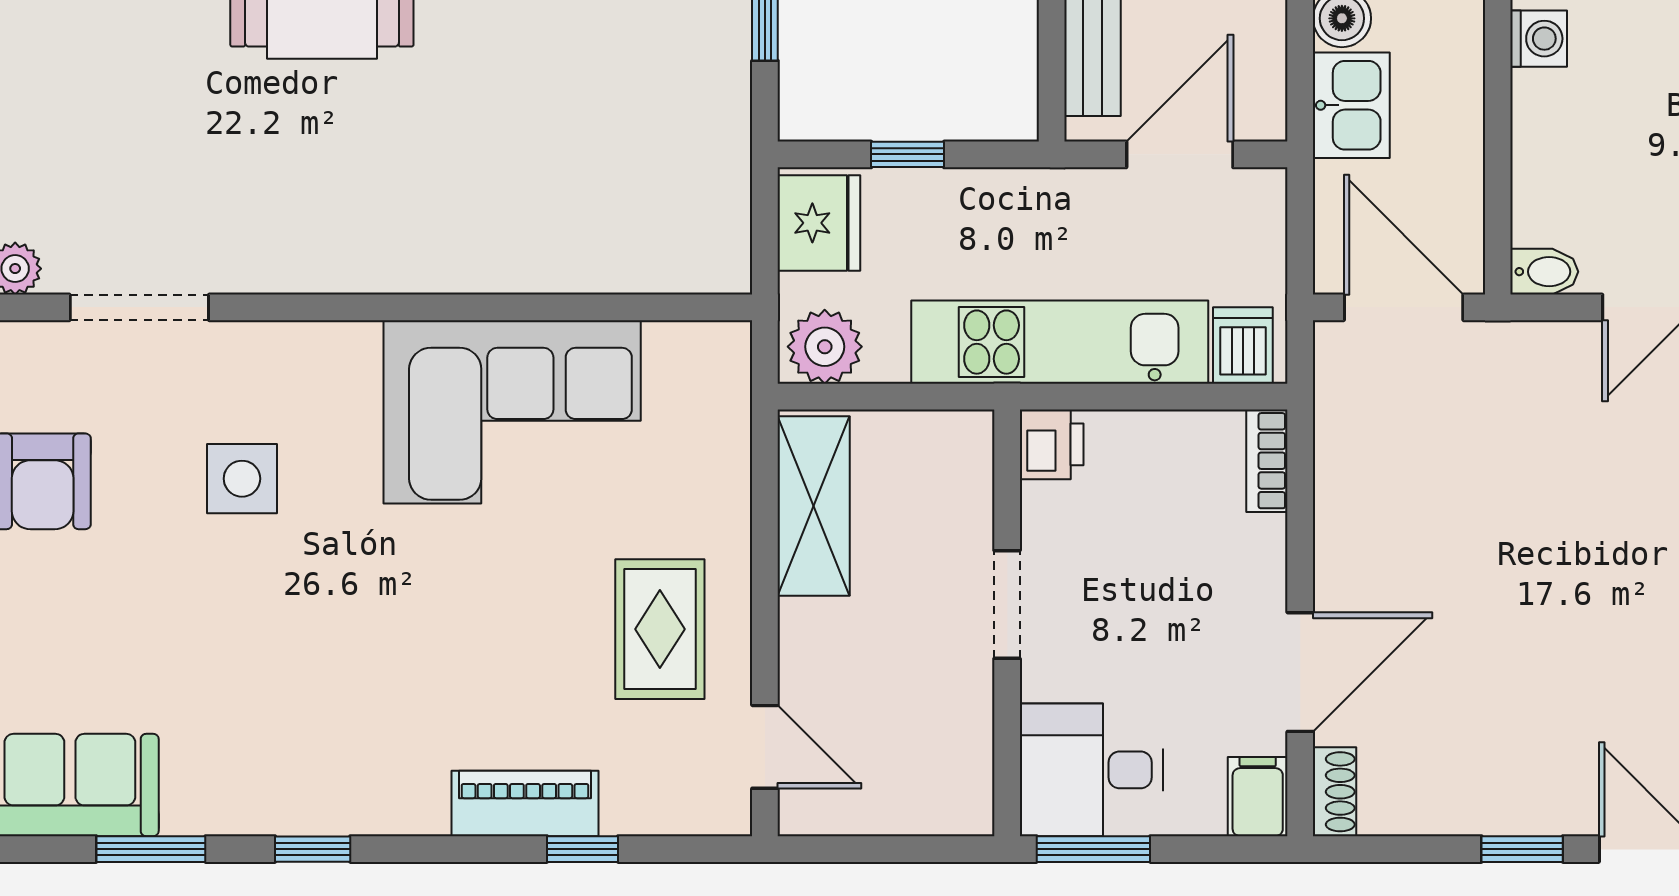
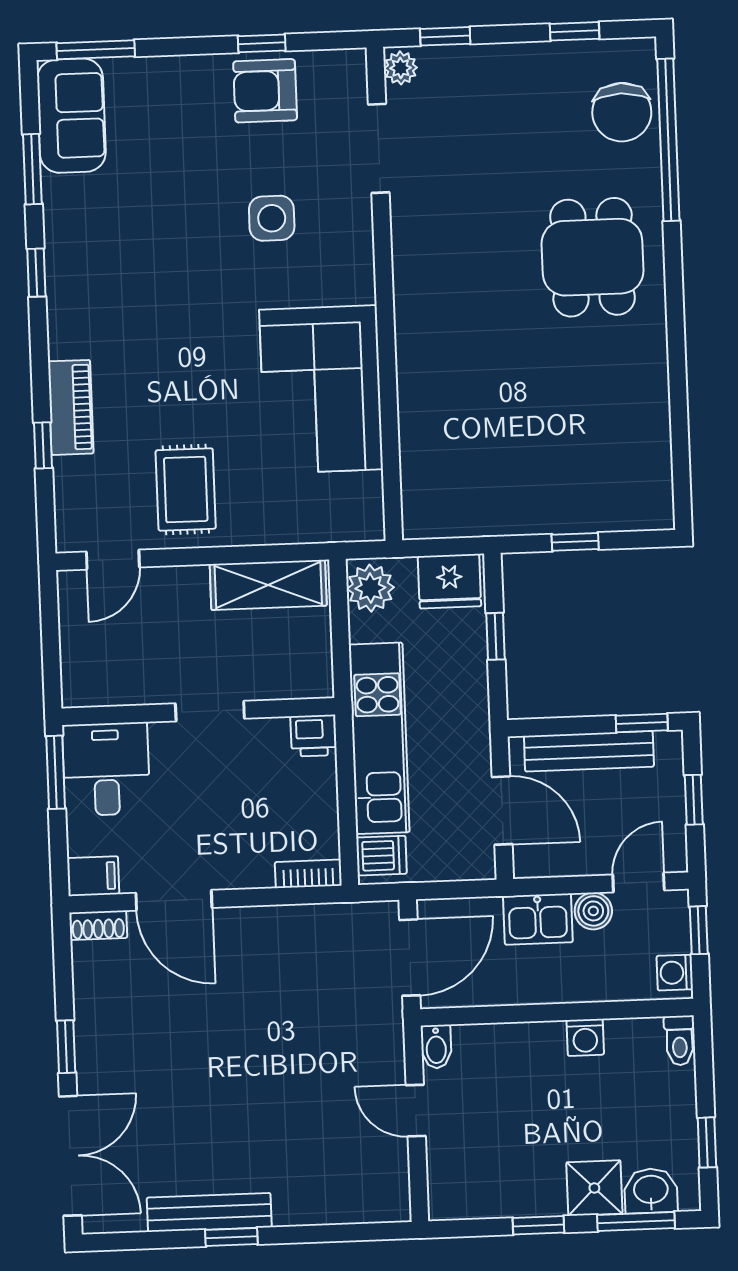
rug: (660, 629) -> (186, 489), turned 90

